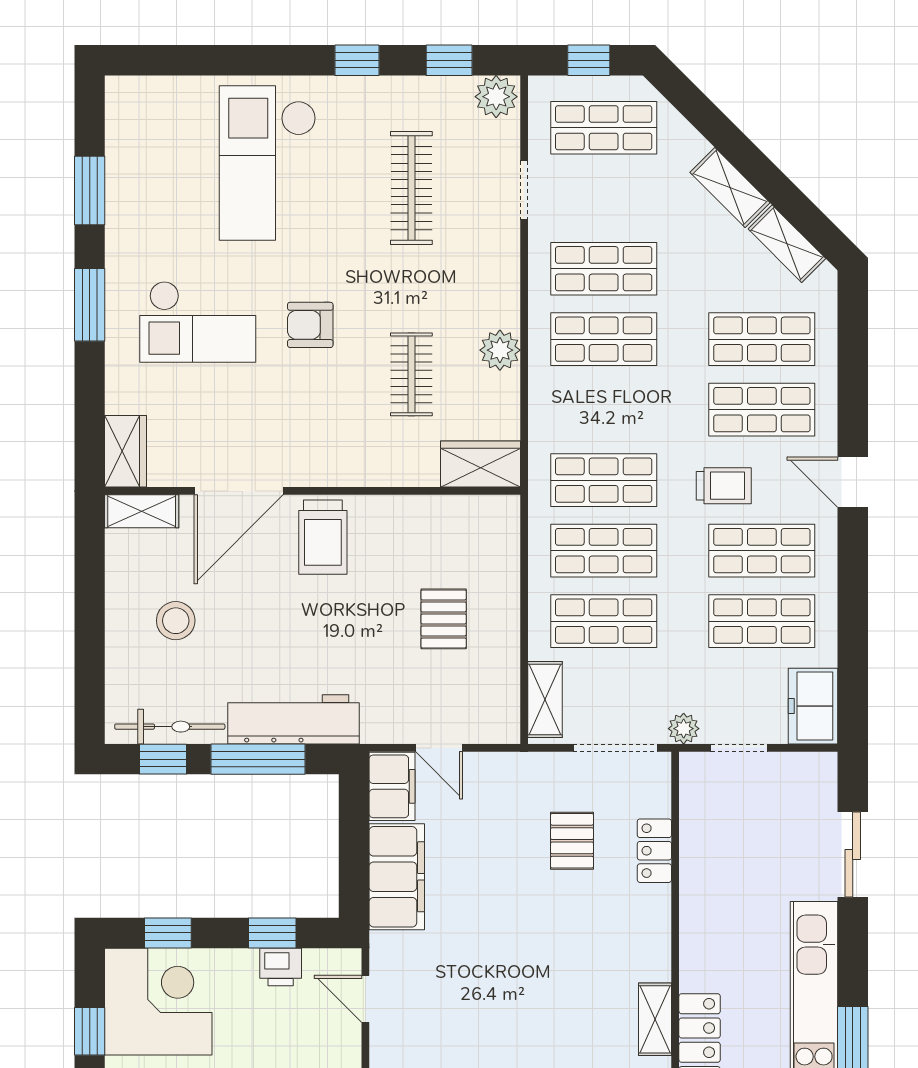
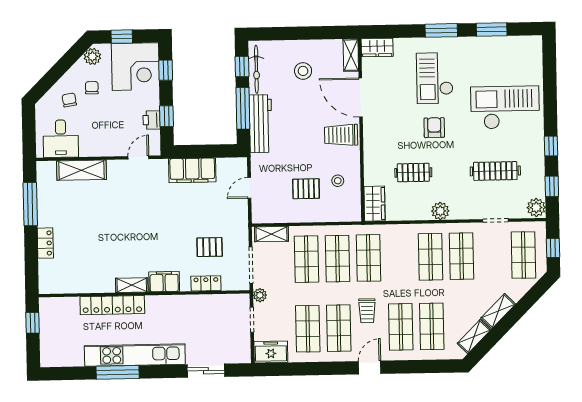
plant: (500, 350) -> (440, 211), moved
stool: (427, 547) -> (338, 181), added
filing cabinet: (392, 786) -> (164, 282), moved, turned 180

